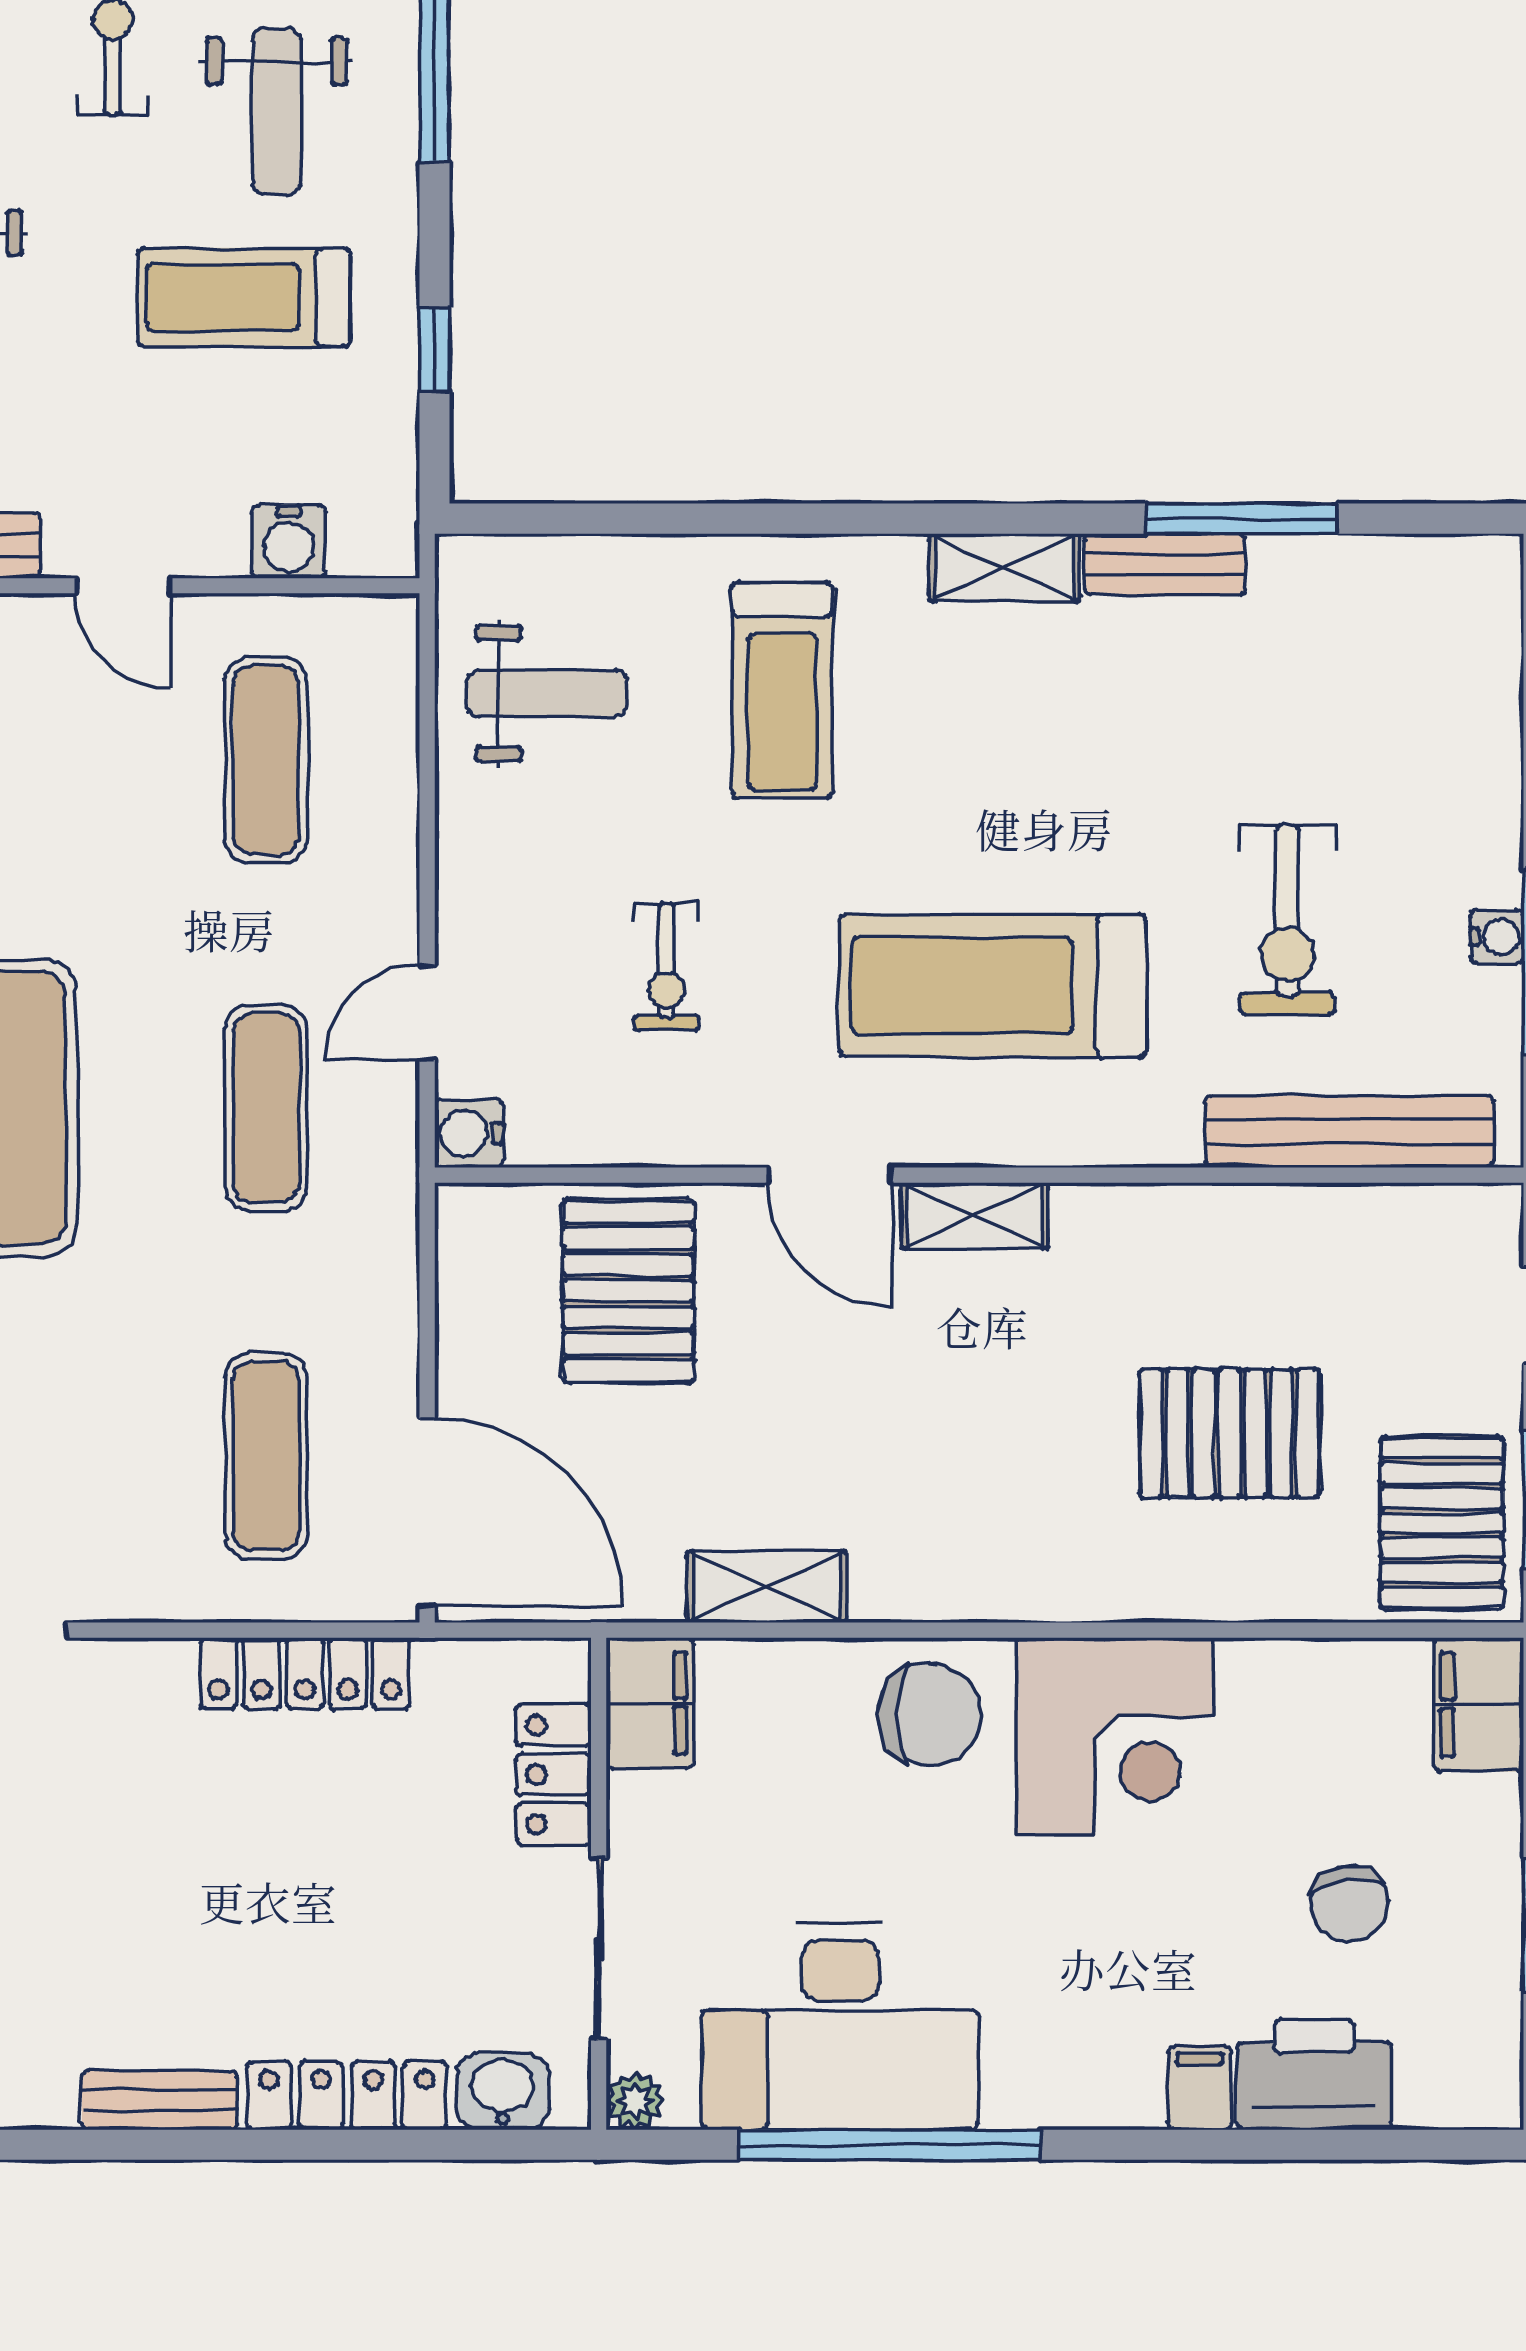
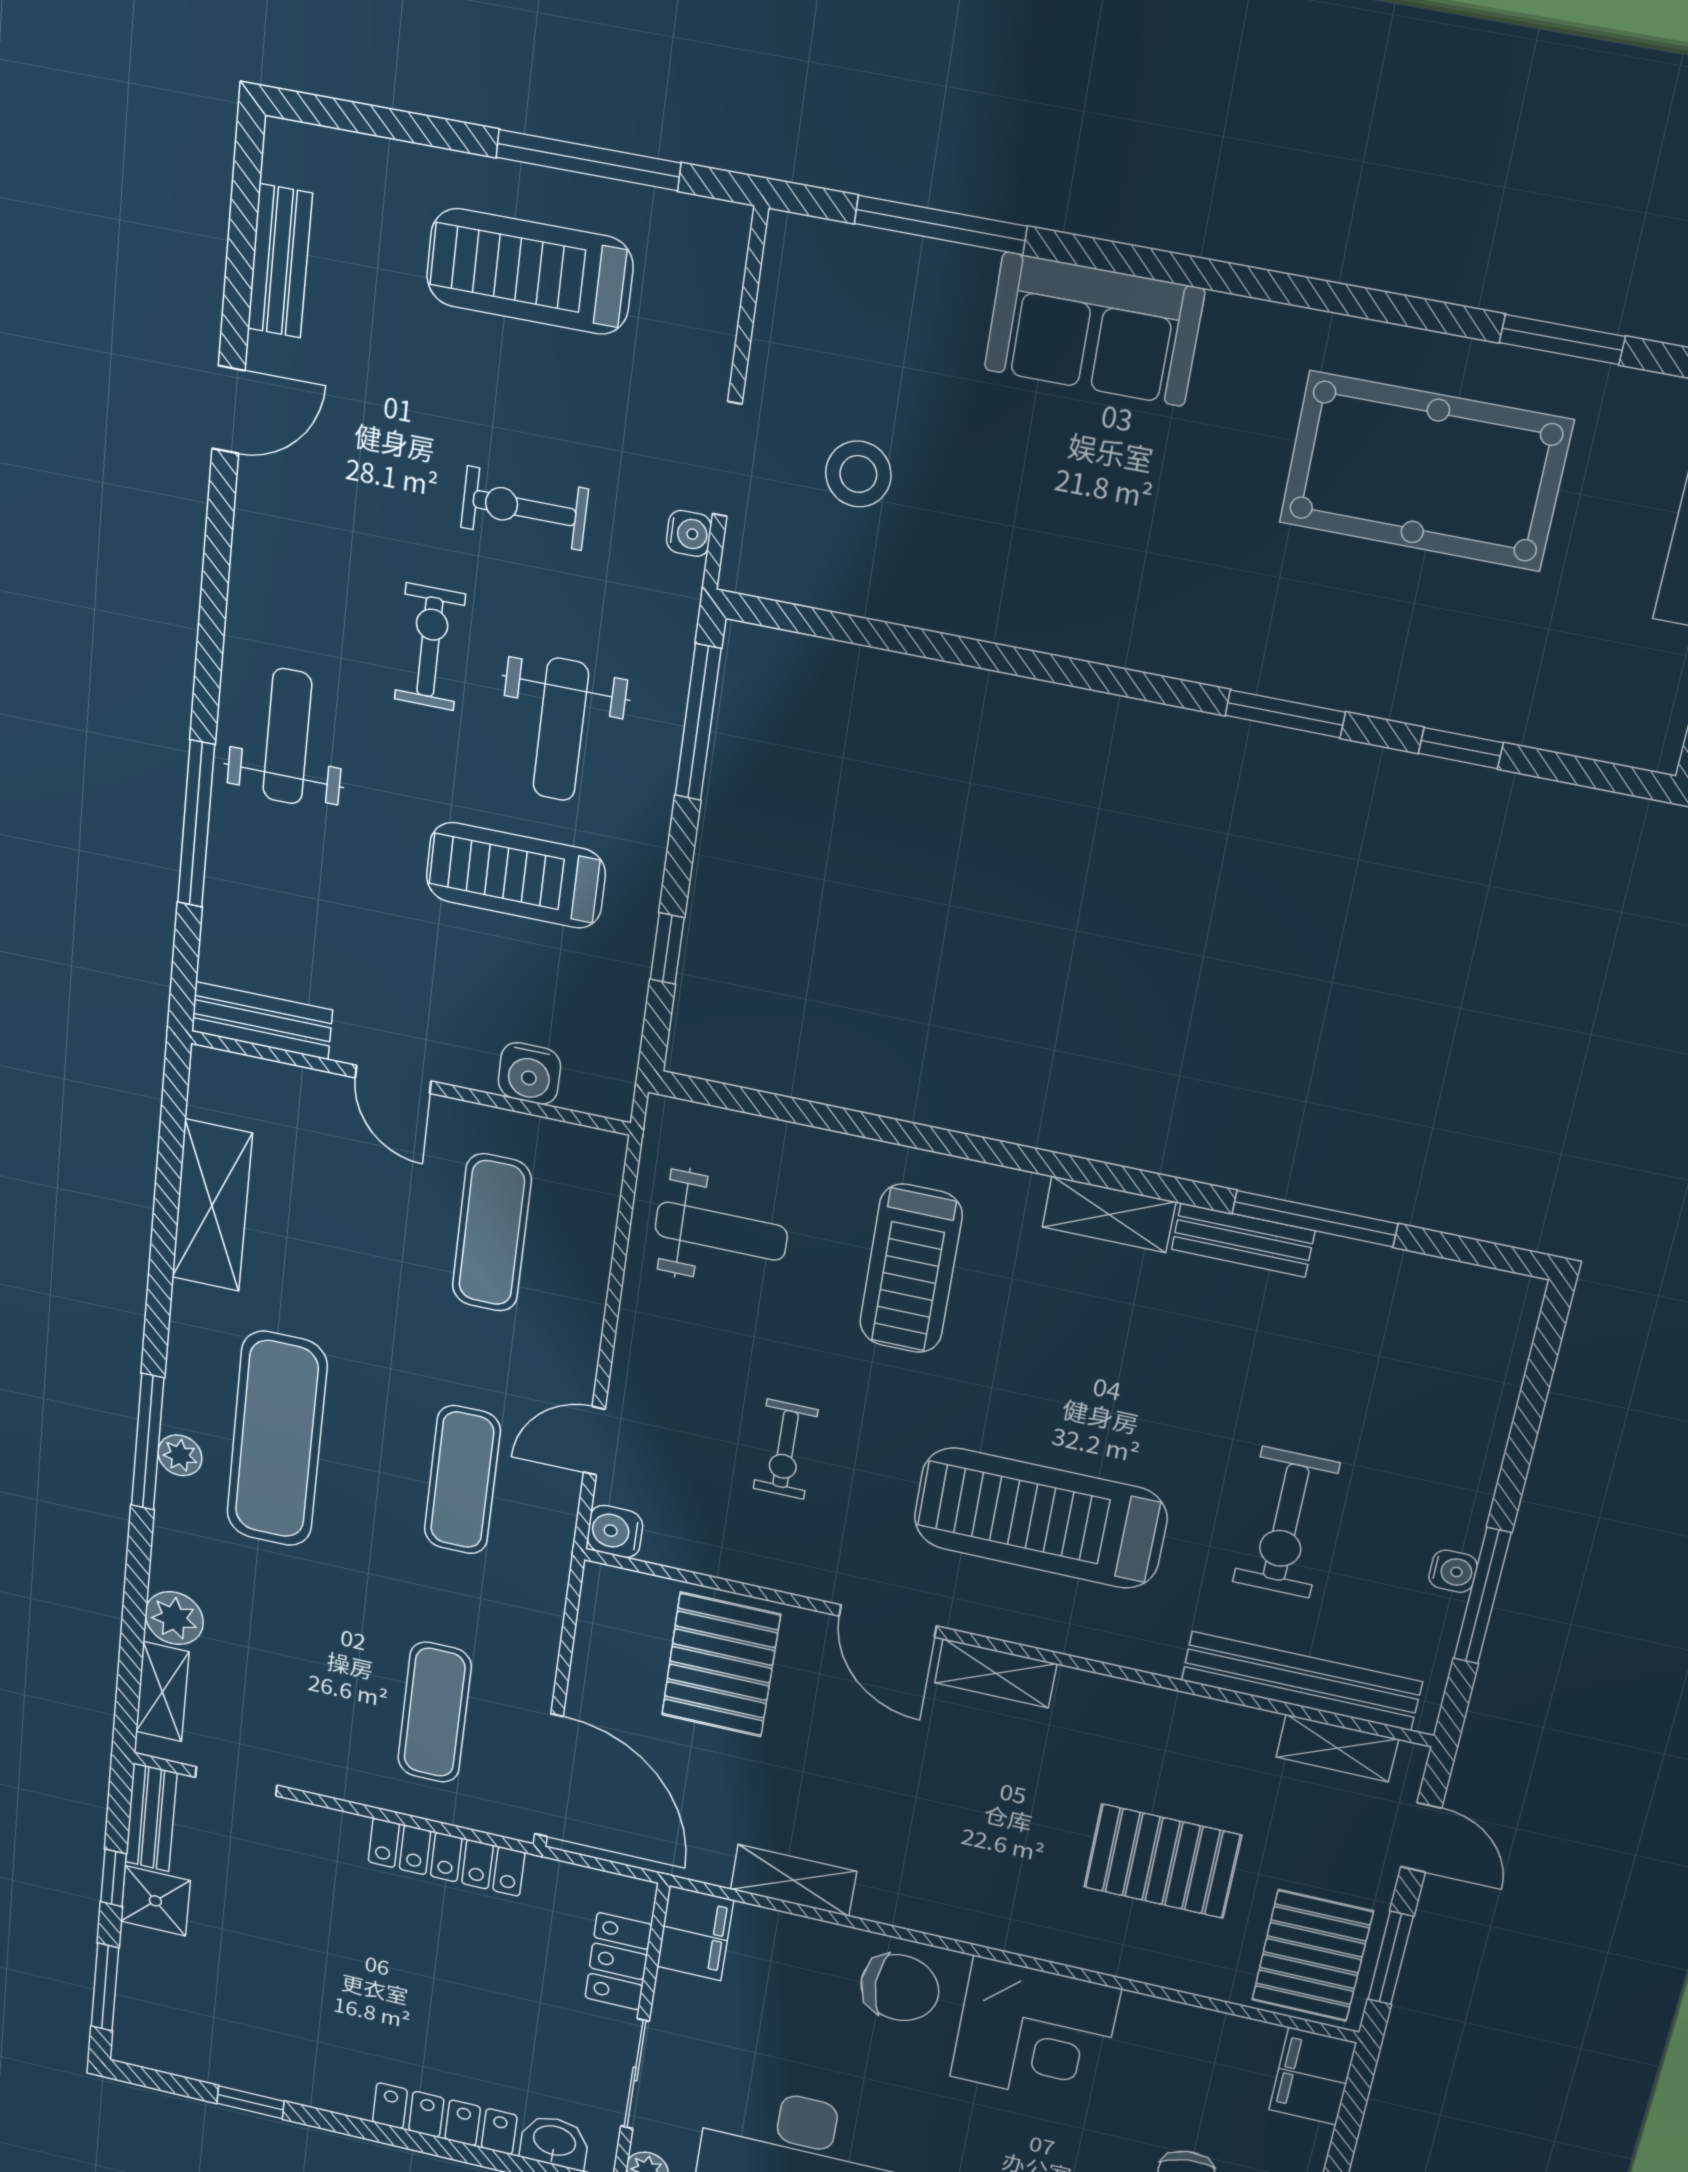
shelving: (1411, 1215) -> (1337, 1748), added
bench: (159, 2100) -> (313, 2090), removed
window: (73, 2145) -> (251, 2102), added

